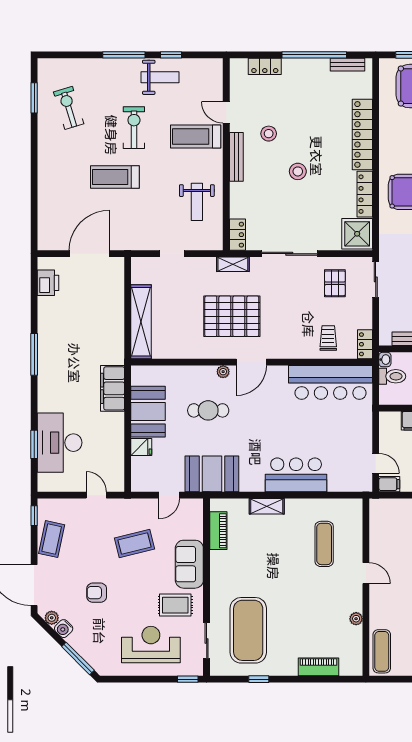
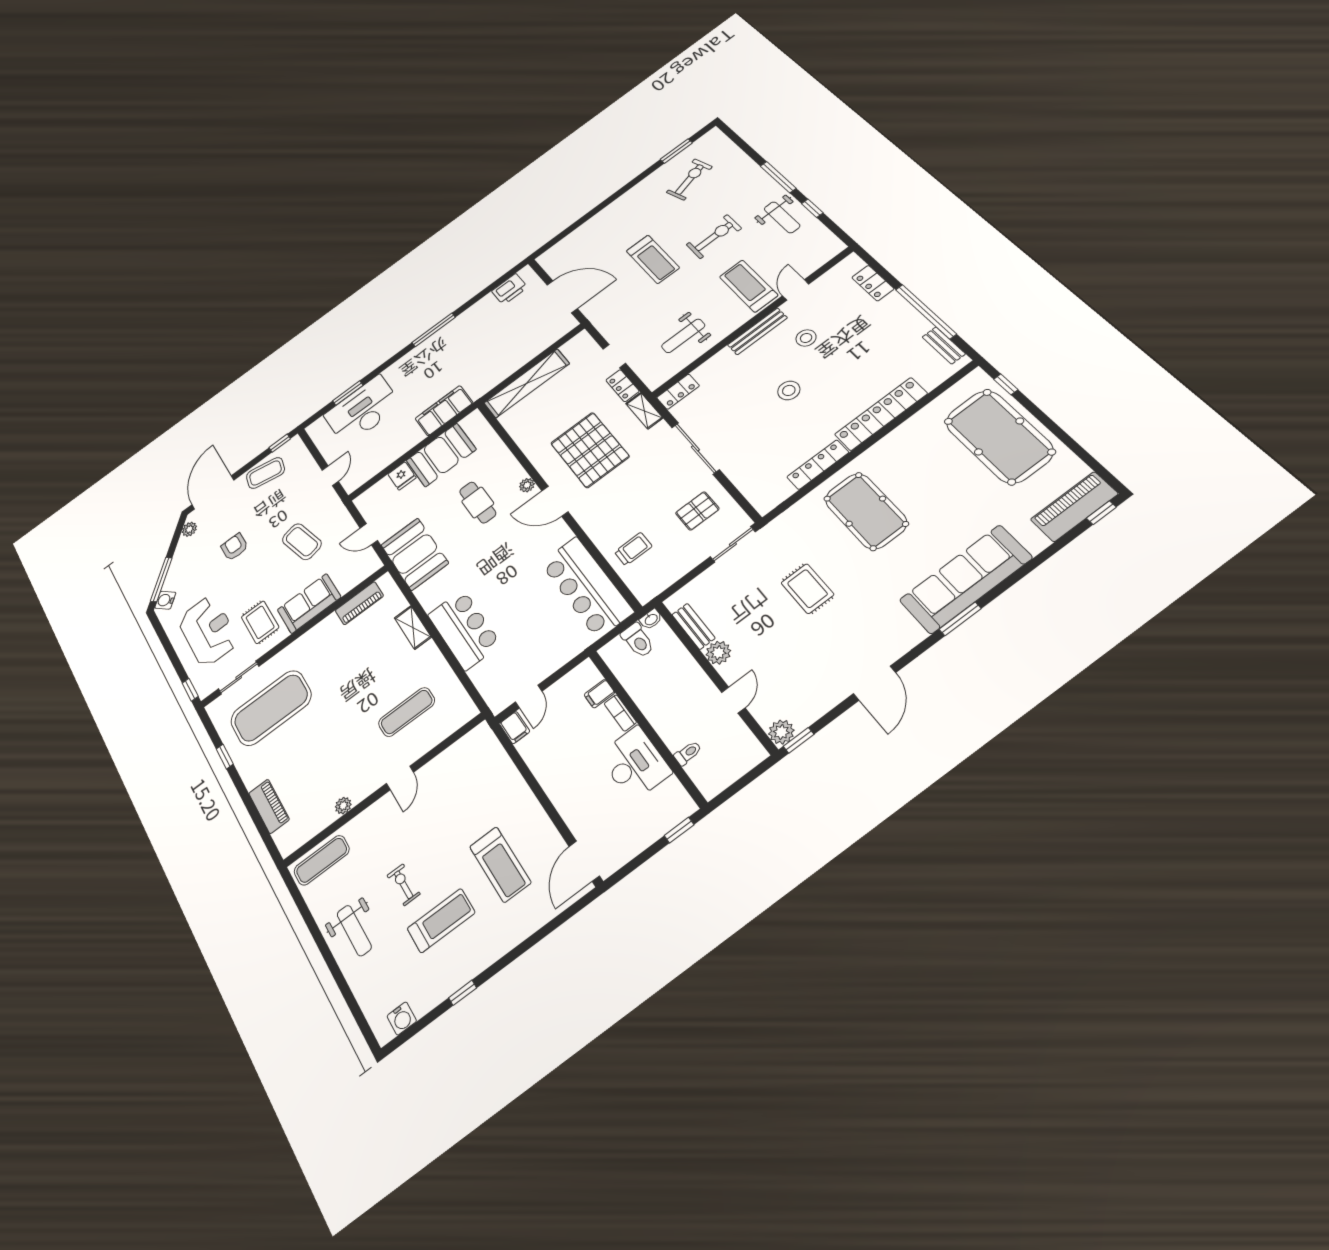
treadmill: (115, 177) -> (653, 259), turned 180
shower: (357, 234) -> (768, 490), removed
locker: (365, 344) -> (622, 386), moved, turned -90
water cooler: (64, 629) -> (165, 600), moved

